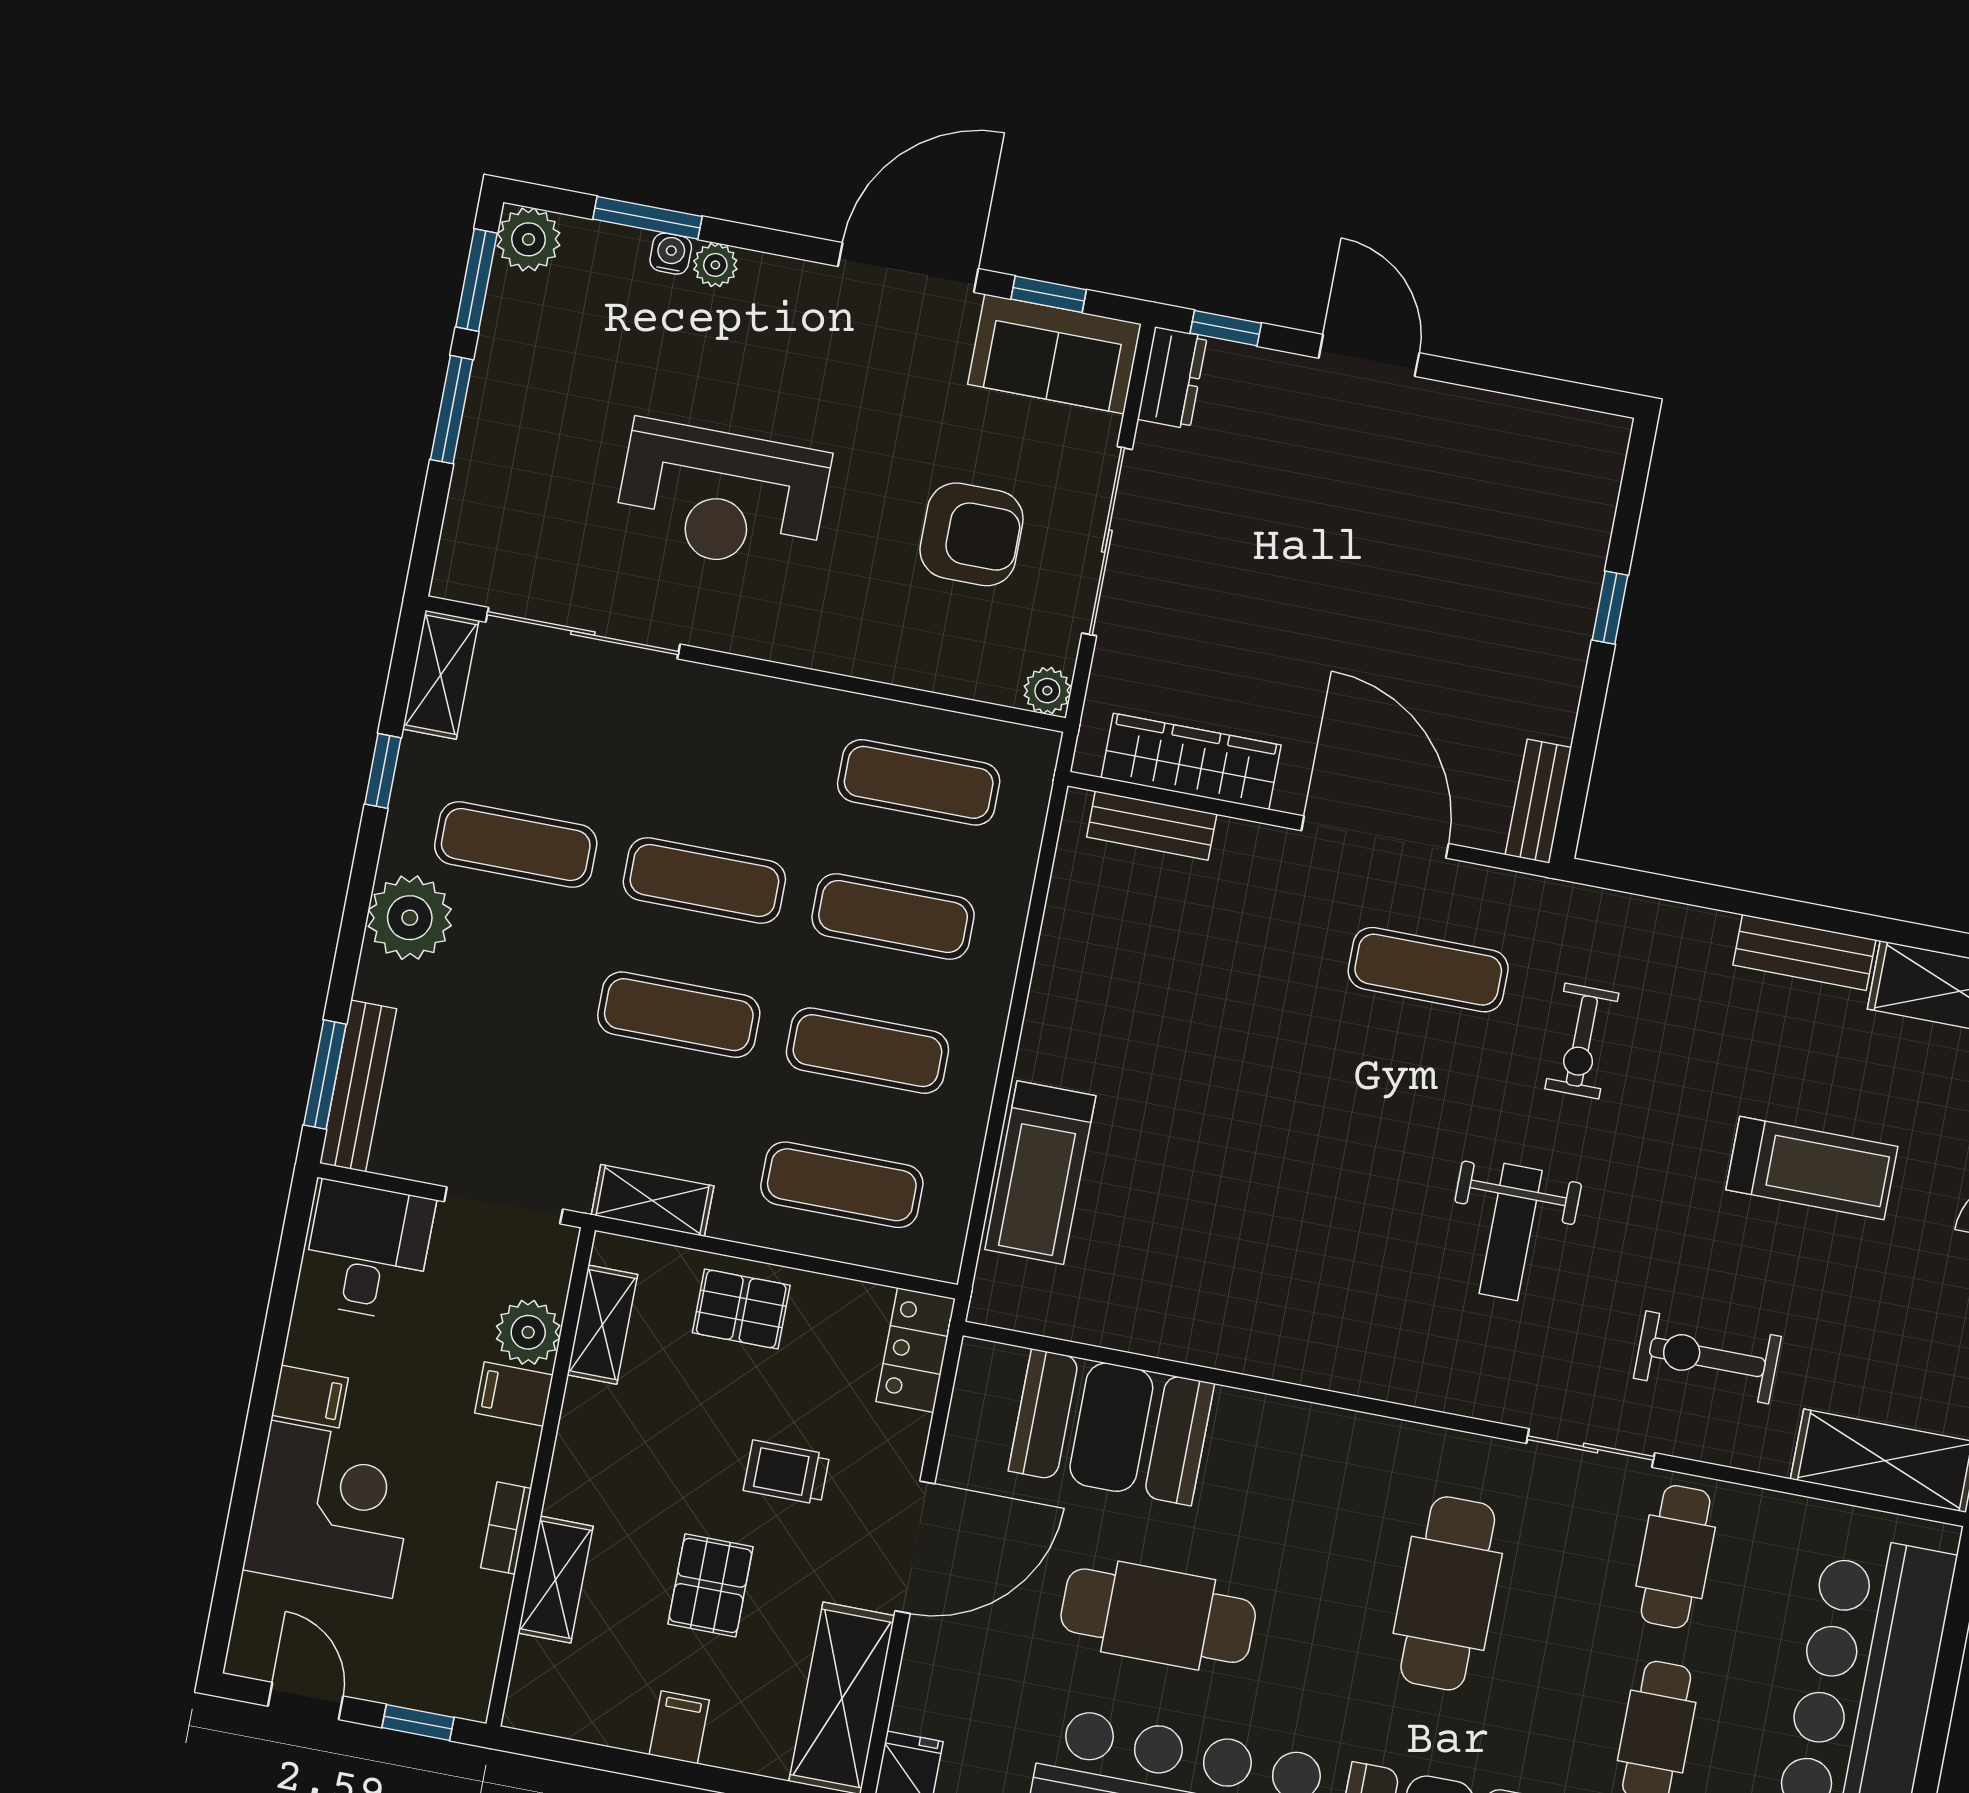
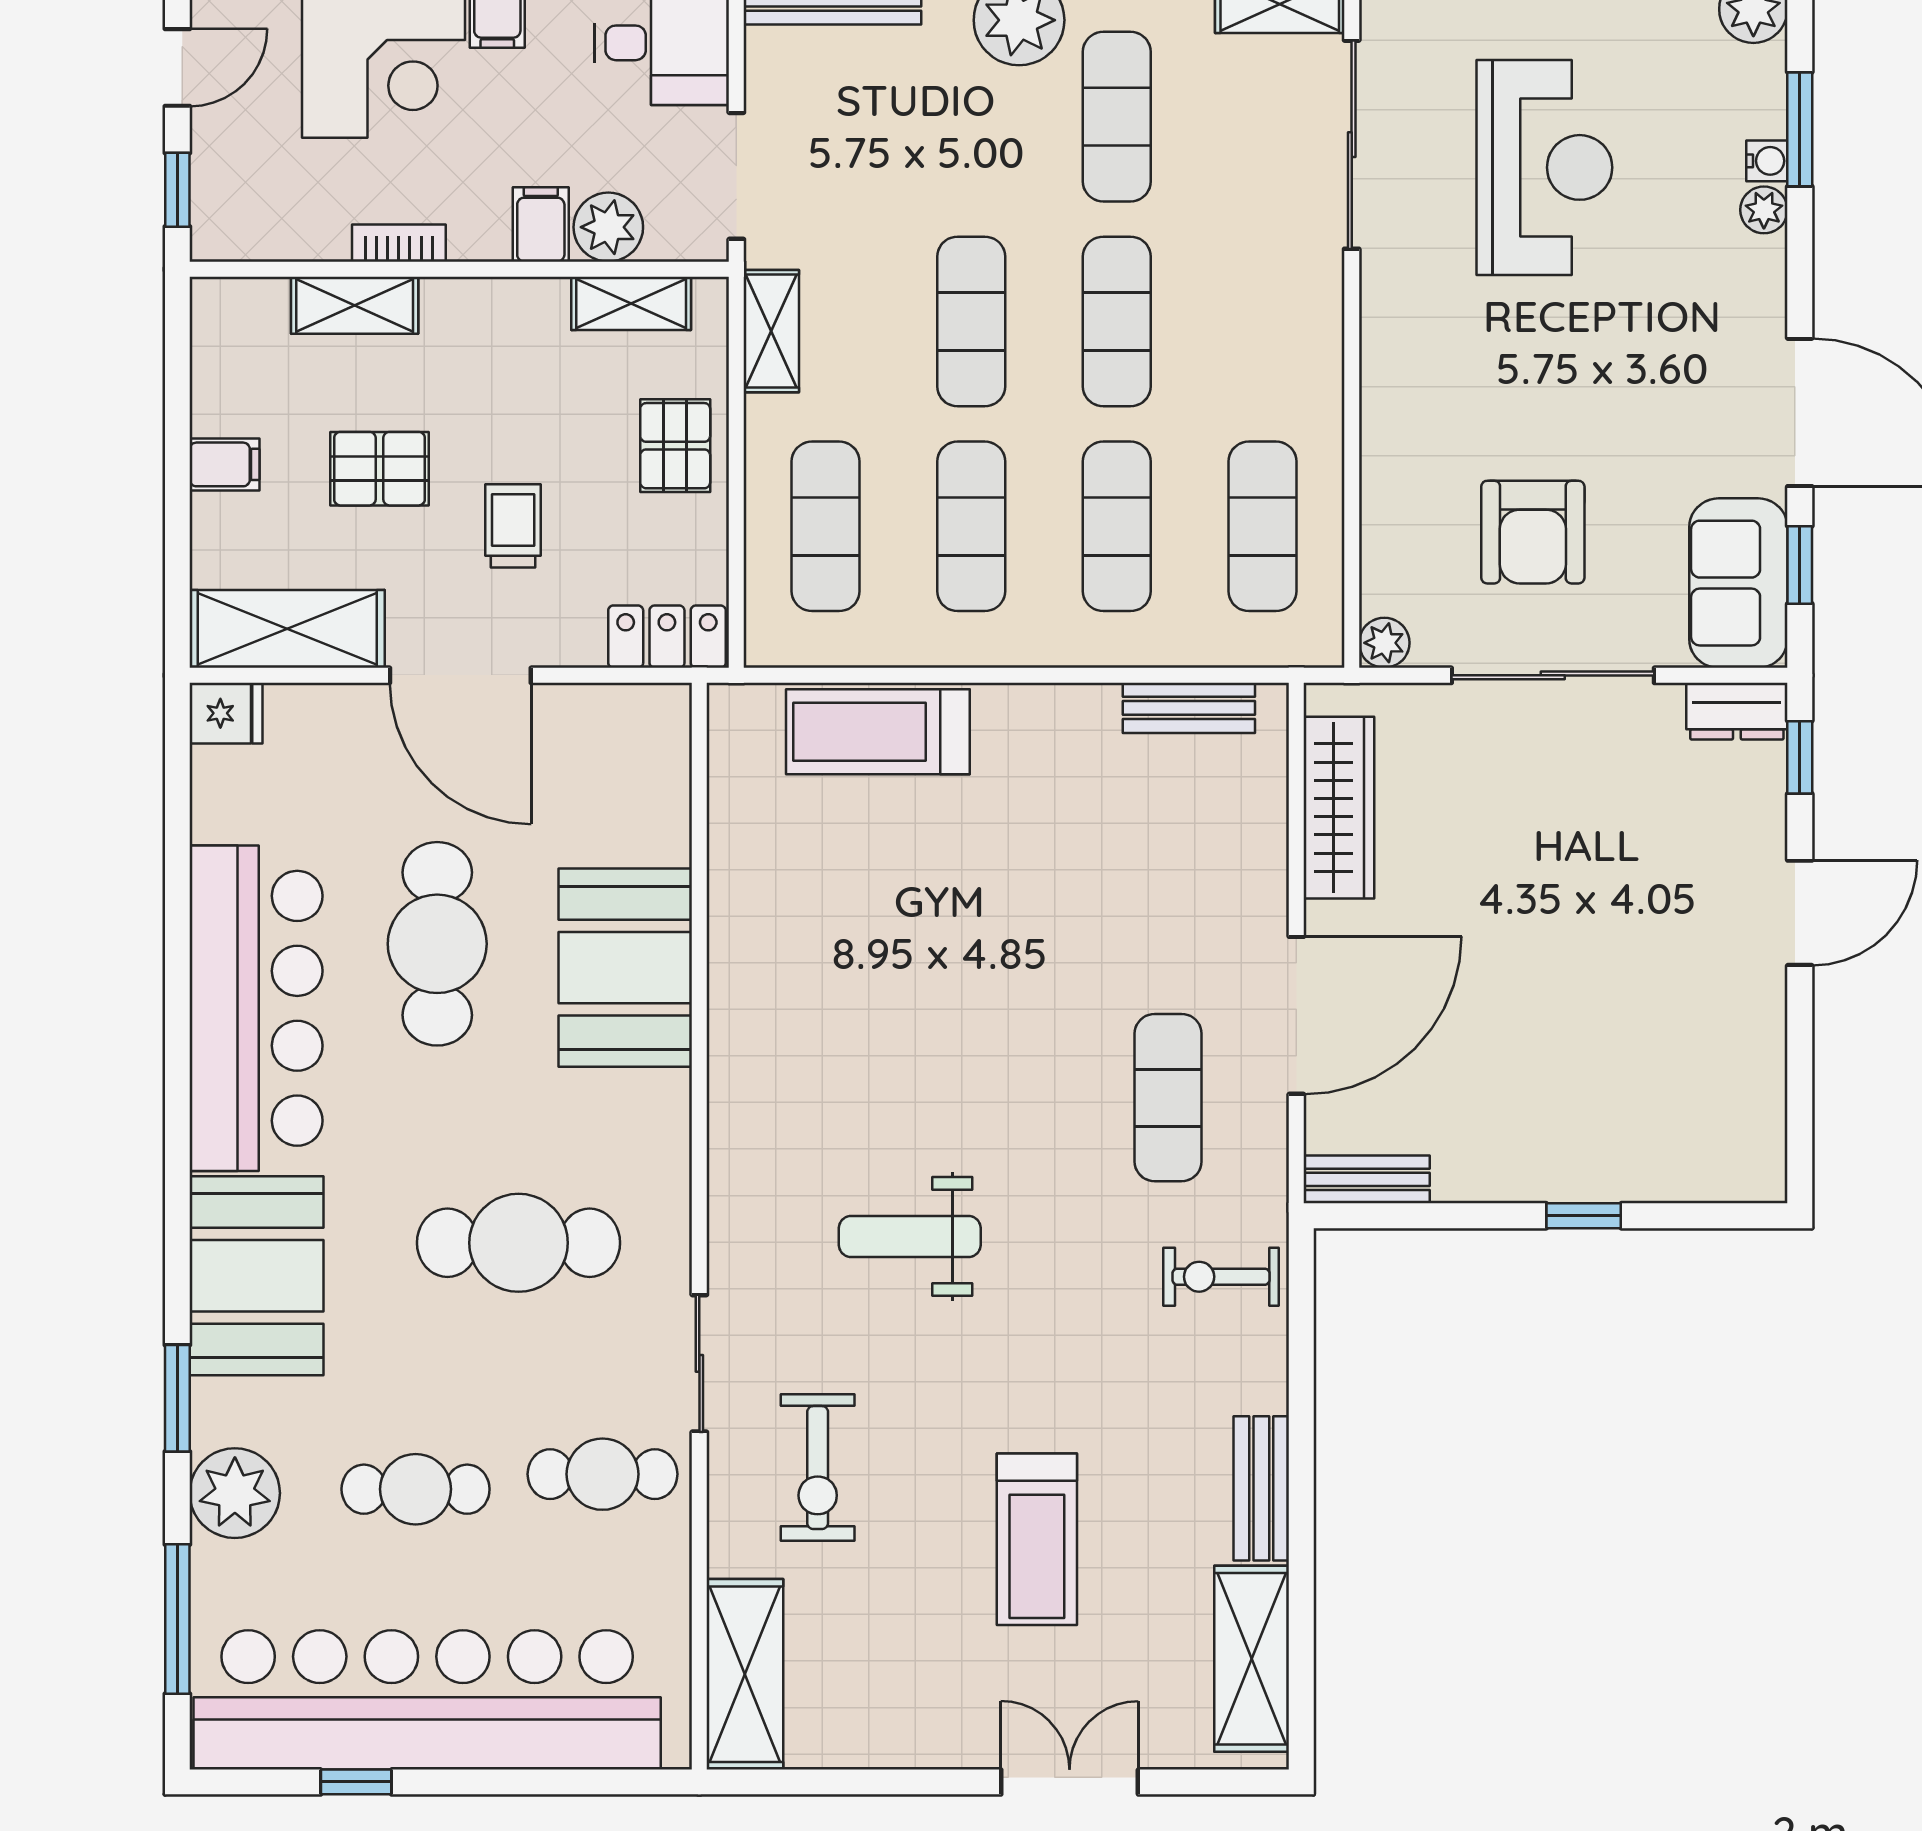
reception desk: (722, 497) -> (1544, 167), moved, turned 180
bench: (1152, 826) -> (1189, 708), moved, turned 90
exercise bike: (1582, 1041) -> (1221, 1277), moved
exercise bike: (1707, 1357) -> (818, 1468), turned 180
booth: (1111, 1427) -> (625, 968), moved

